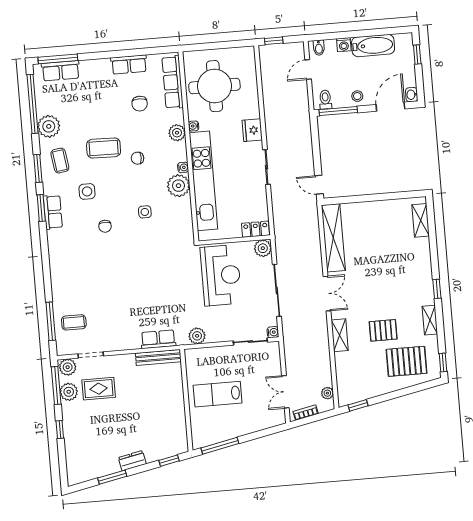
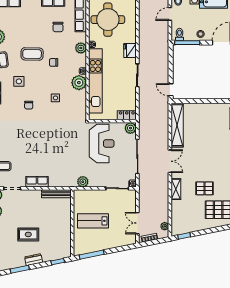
row of seats: (158, 339) -> (37, 182), moved
rug: (99, 389) -> (28, 234), moved

